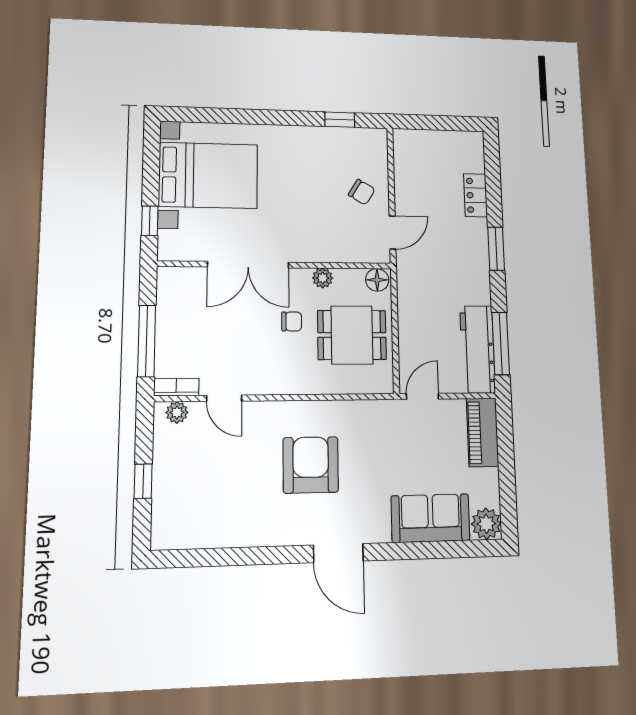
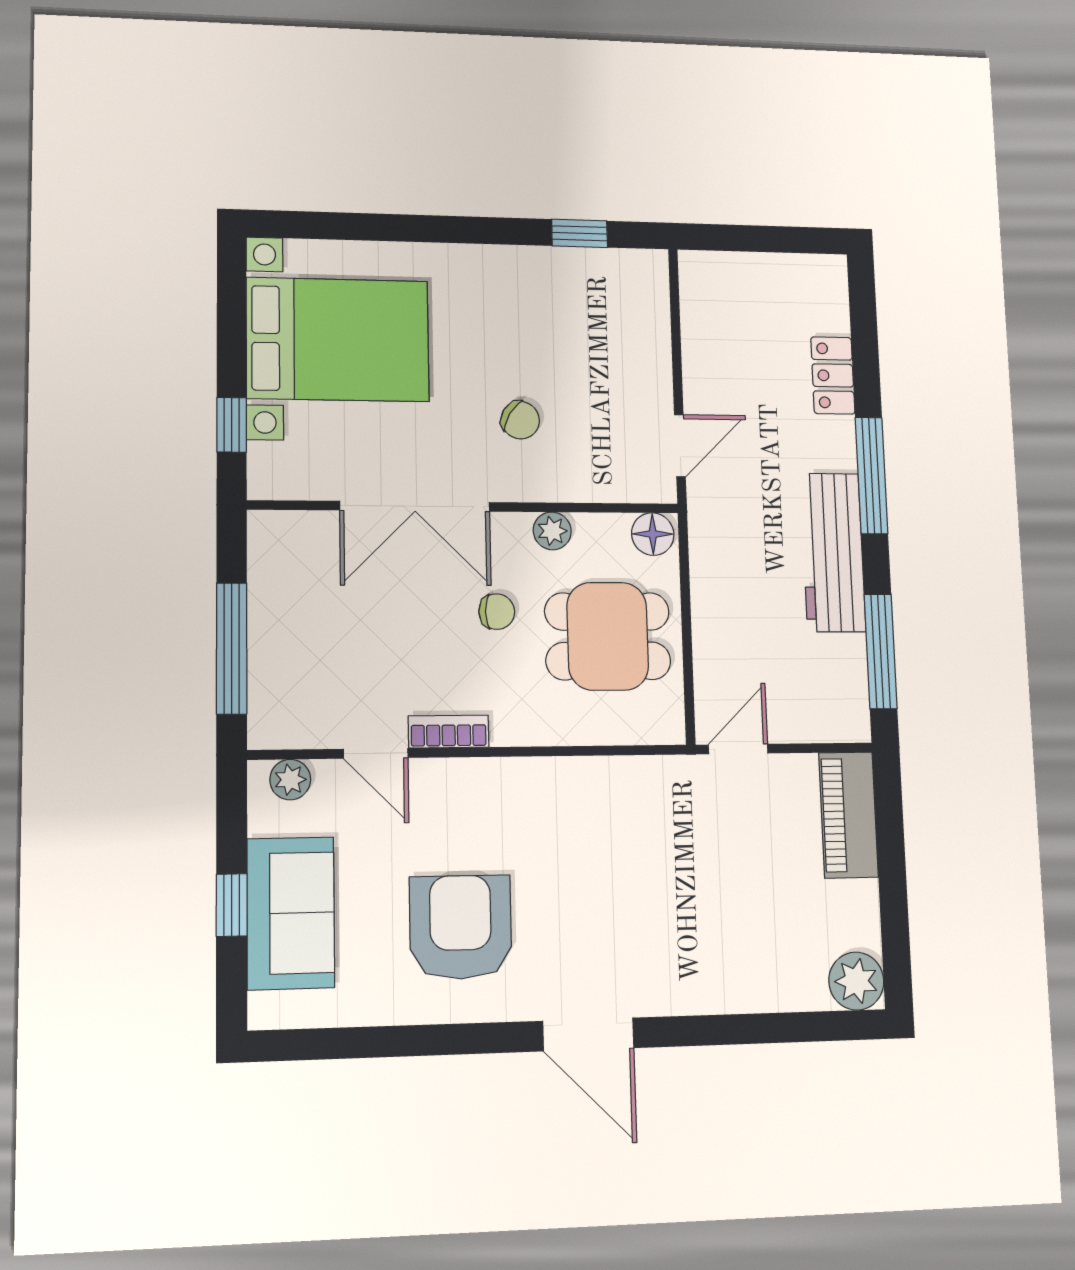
chair: (362, 192) -> (520, 420), moved
window: (496, 249) -> (872, 476), width x1.44
workbench: (478, 349) -> (833, 552), moved
bookcase: (176, 387) -> (449, 732), moved
armchair: (311, 465) -> (461, 927), moved
sofa: (430, 518) -> (291, 913), moved, turned 90

